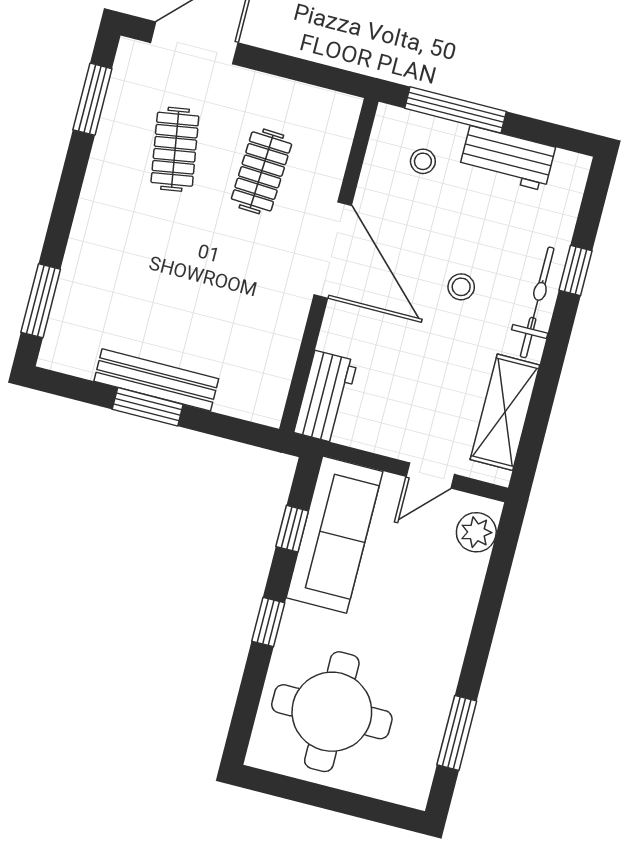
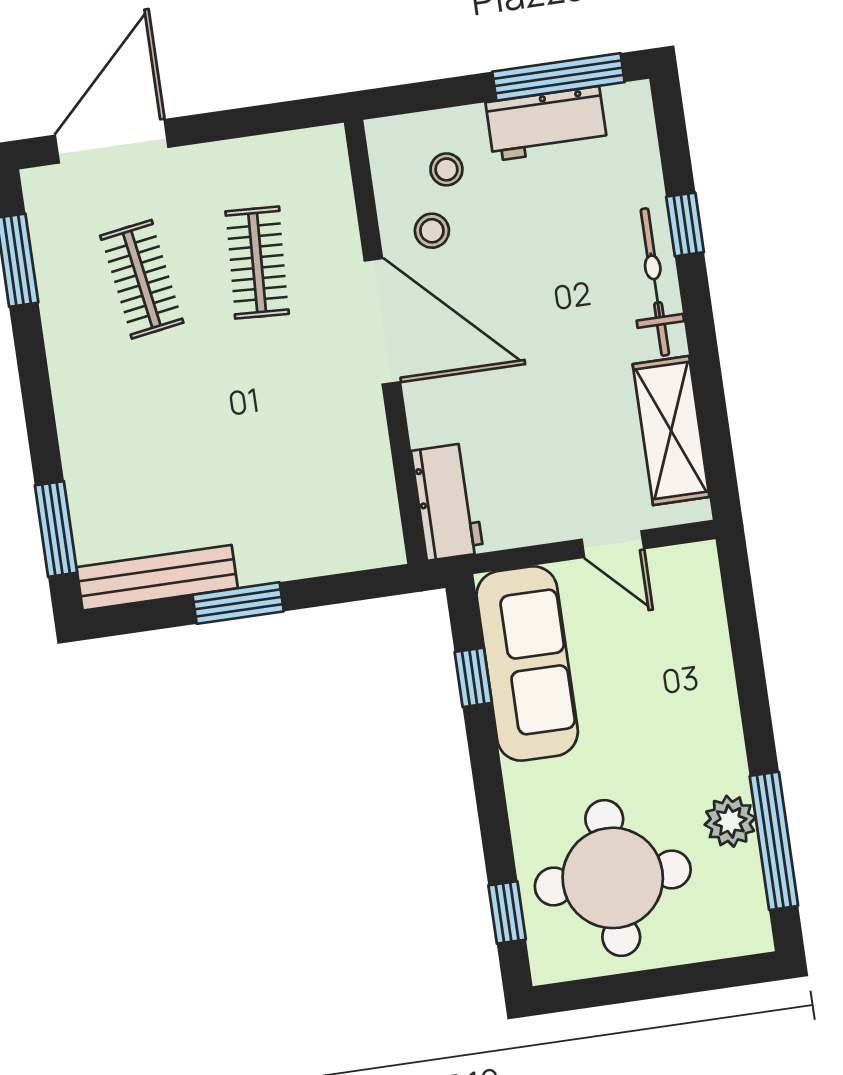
window: (455, 110) -> (558, 77), moved
stool: (461, 287) -> (432, 231), moved
bench: (156, 380) -> (157, 578), moved
door: (430, 475) -> (613, 544), hinge flipped
plant: (476, 532) -> (730, 821), moved
window: (268, 622) -> (507, 912), moved
window: (457, 733) -> (774, 841), width x1.44

